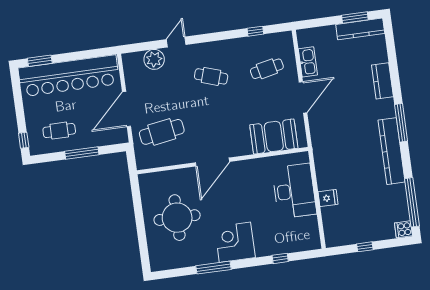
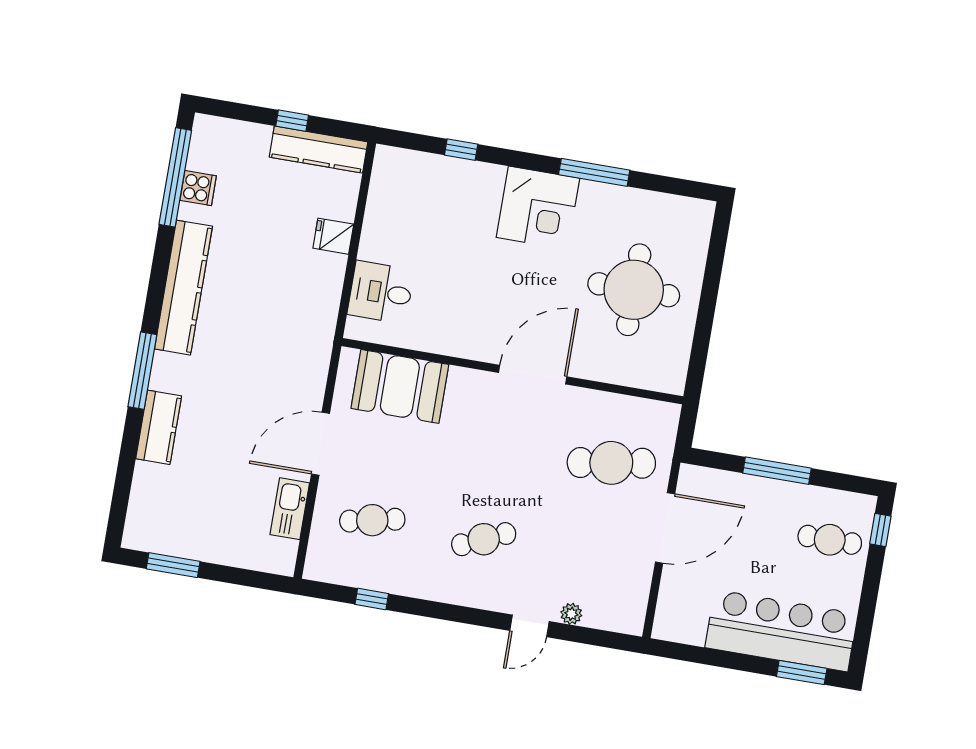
kitchen counter: (360, 29) -> (318, 150), moved, turned 180
plant: (154, 59) -> (571, 614), width x0.53, depth x0.53
bar counter: (69, 76) -> (781, 631), width x0.73
cafe table: (211, 76) -> (484, 539), turned -42
window: (401, 123) -> (142, 371), moved
cafe table: (59, 131) -> (830, 540), moved
desk: (294, 191) -> (381, 292), width x0.53, depth x0.77
cooker: (403, 229) -> (198, 188), moved

